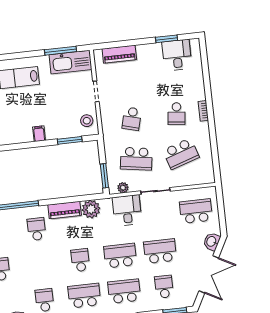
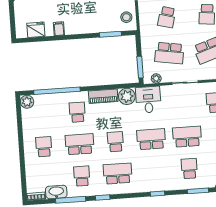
filing cabinet: (39, 134) -> (59, 29), moved
desk: (127, 210) -> (148, 100), moved
school desk: (124, 291) -> (80, 144), moved

